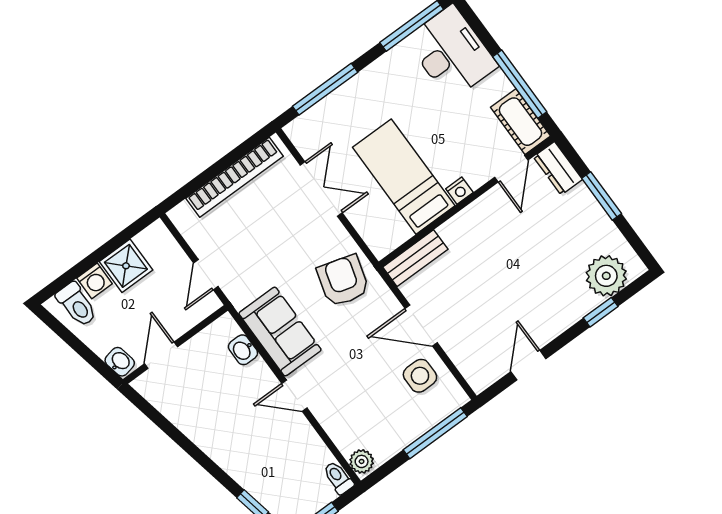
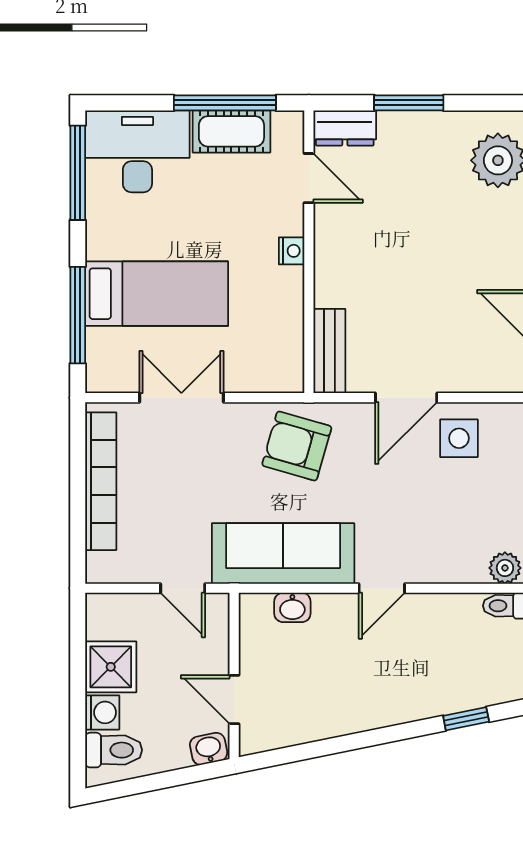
cot: (520, 122) -> (231, 131), moved
bed: (404, 177) -> (157, 294), moved, turned 180
sofa: (280, 332) -> (283, 553), width x1.36

